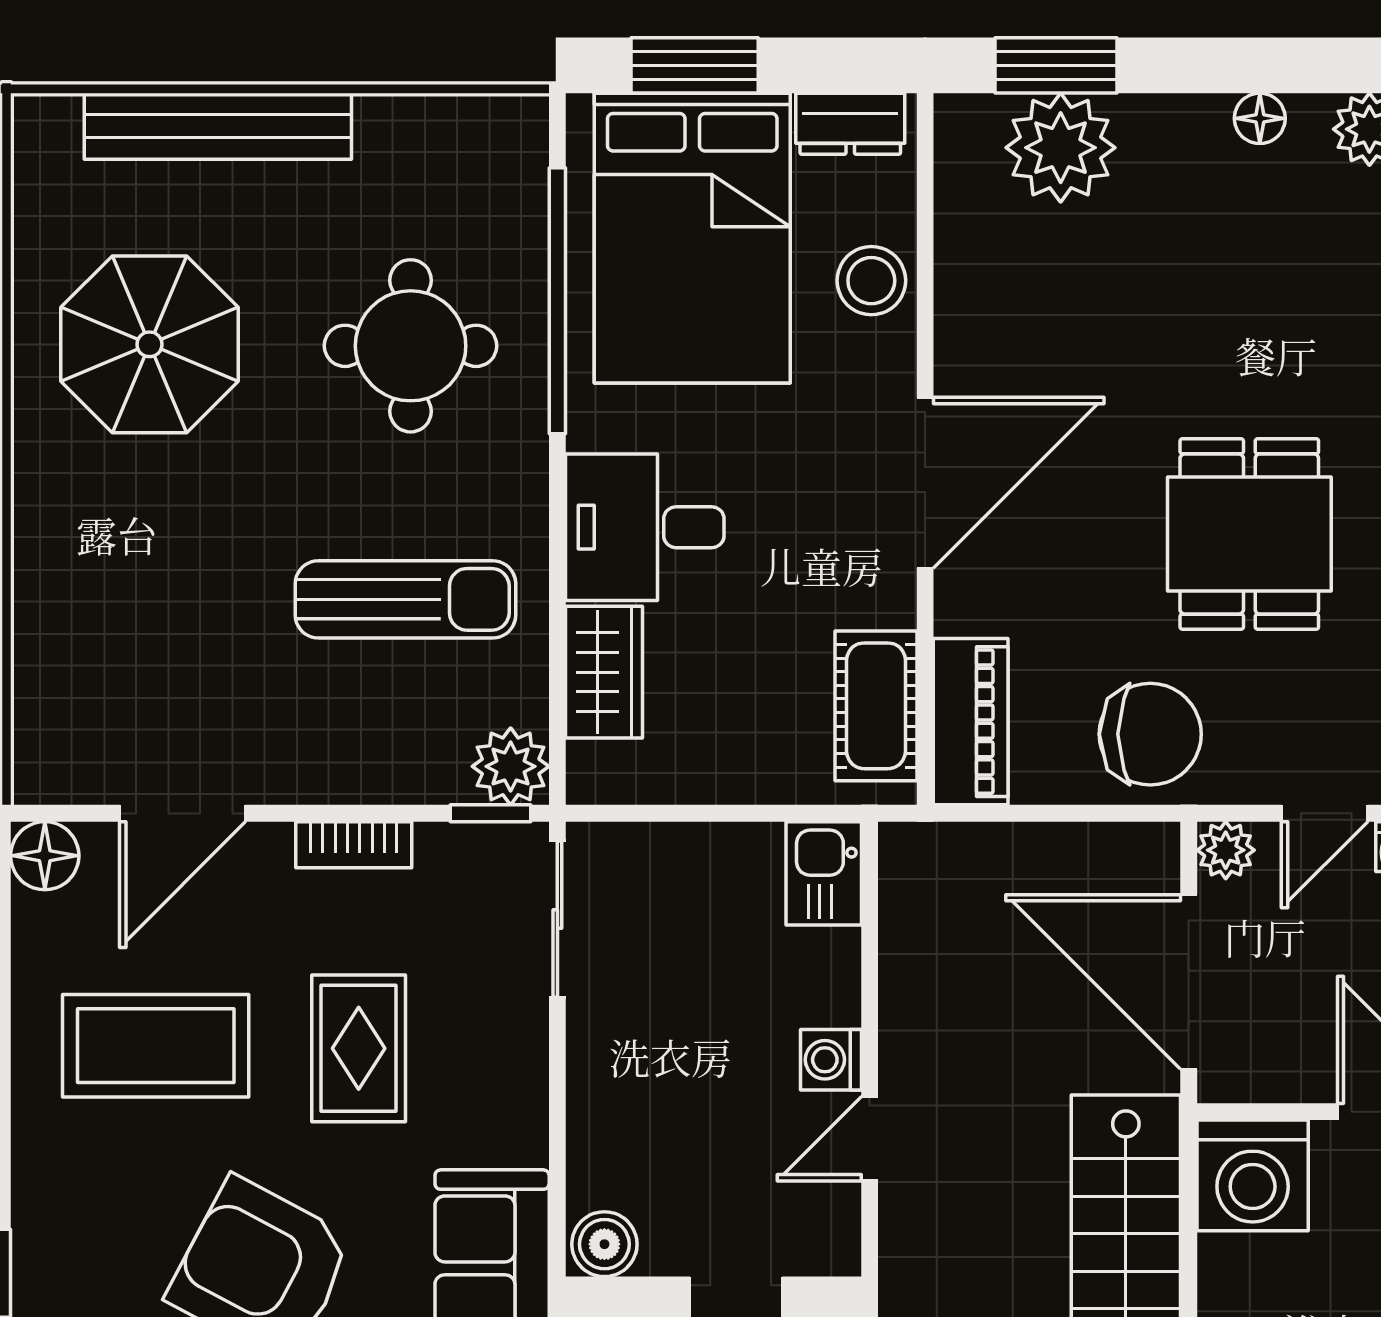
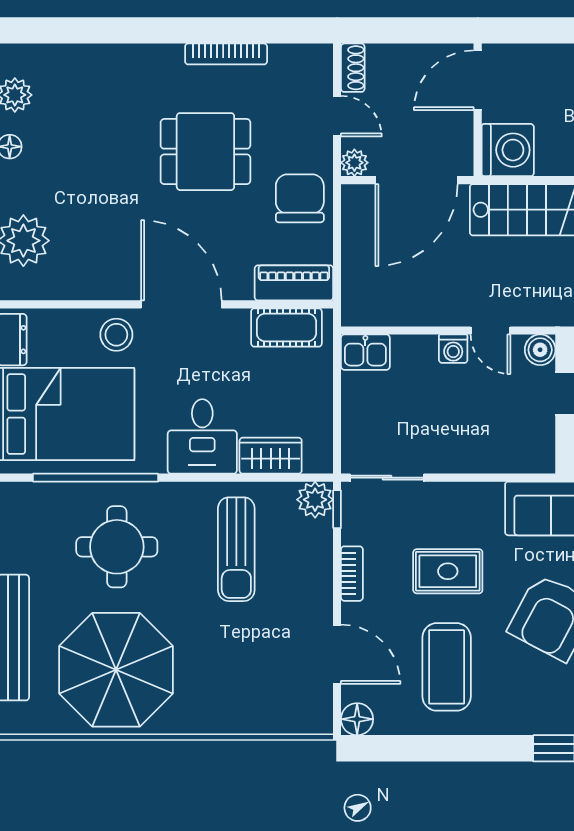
stool: (871, 281) -> (116, 335), moved
parasol: (150, 344) -> (116, 670), width x1.36, depth x1.36
sun lounger: (405, 599) -> (236, 549), turned 180
boiler: (604, 1244) -> (540, 350), moved

